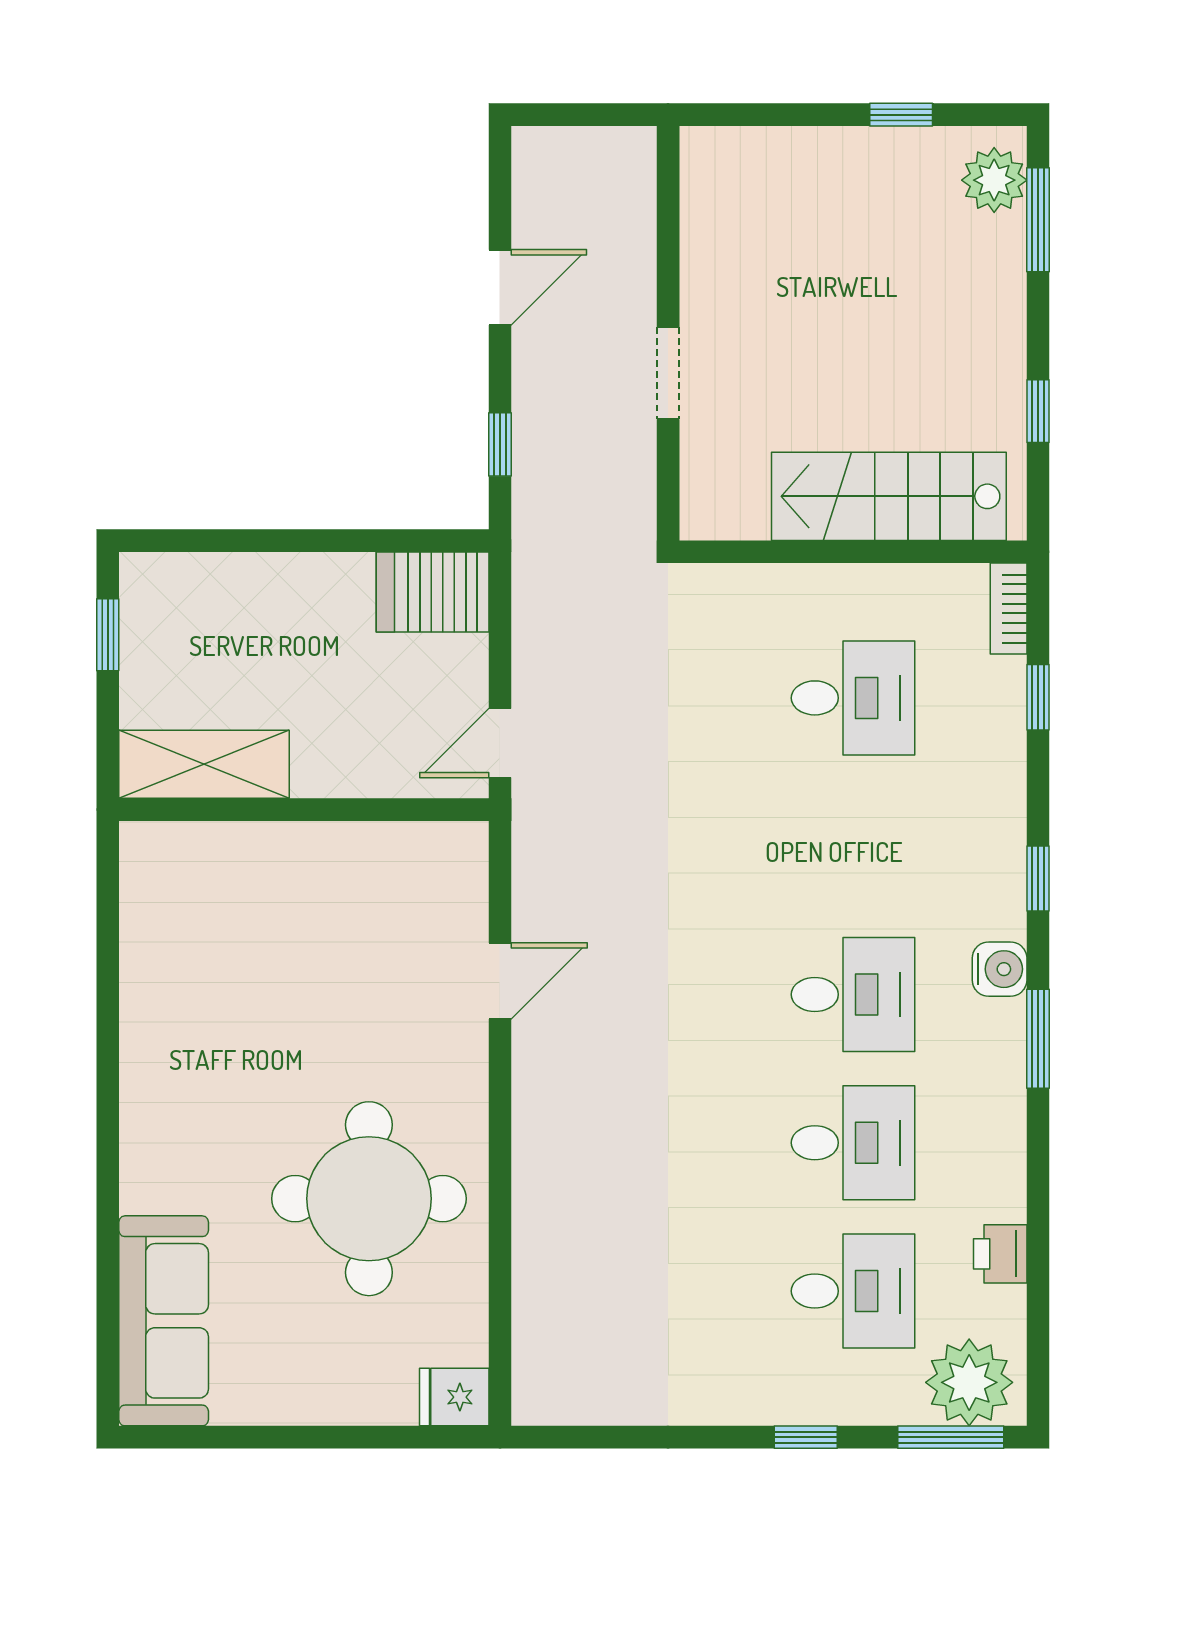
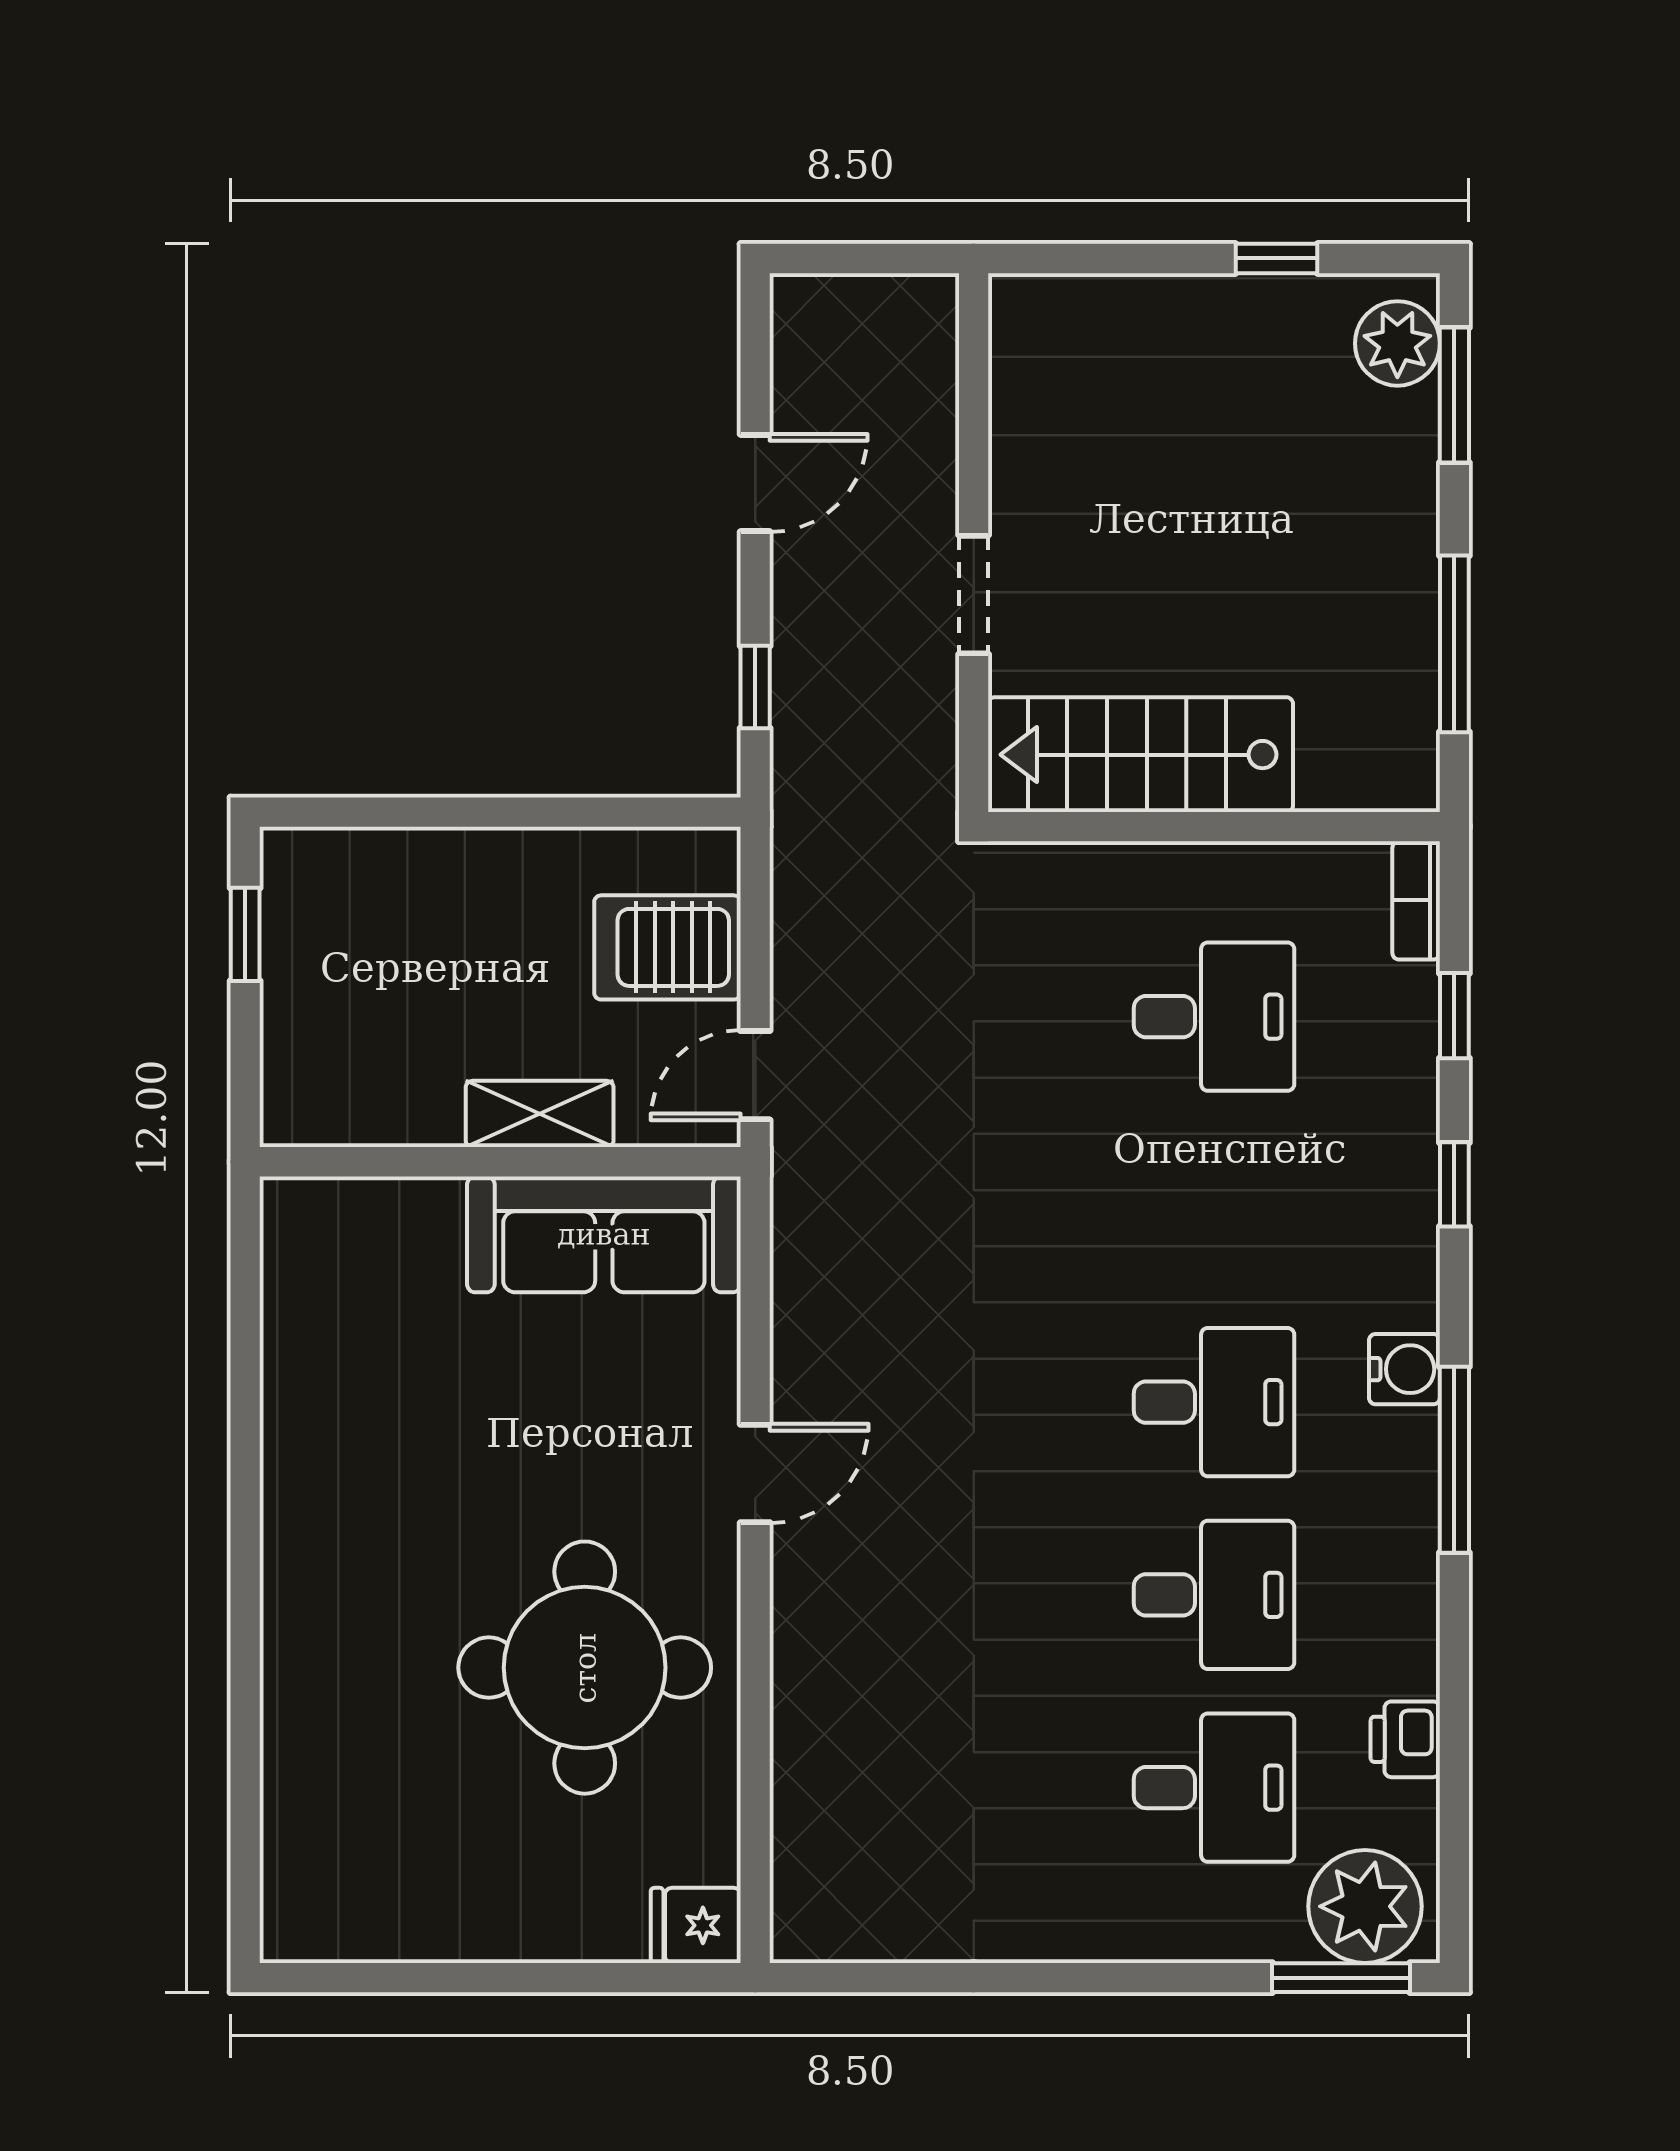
window: (1038, 411) -> (1454, 644), width x2.17
stairs: (889, 496) -> (1141, 755), moved
server rack: (433, 592) -> (667, 947), moved
shelving: (204, 764) -> (540, 1114), moved, width x0.67, depth x0.75
window: (1038, 879) -> (1454, 1184), moved
door: (500, 981) -> (755, 1474), moved
window: (1038, 1039) -> (1454, 1460), width x1.44
sofa: (164, 1321) -> (604, 1234), moved, turned 90
window: (806, 1437) -> (1153, 1978), removed

